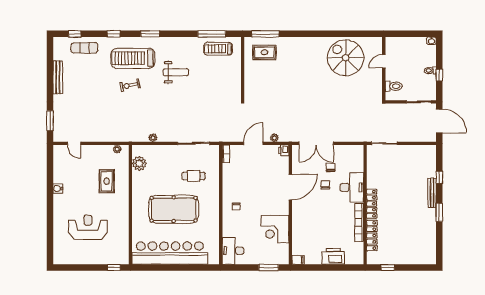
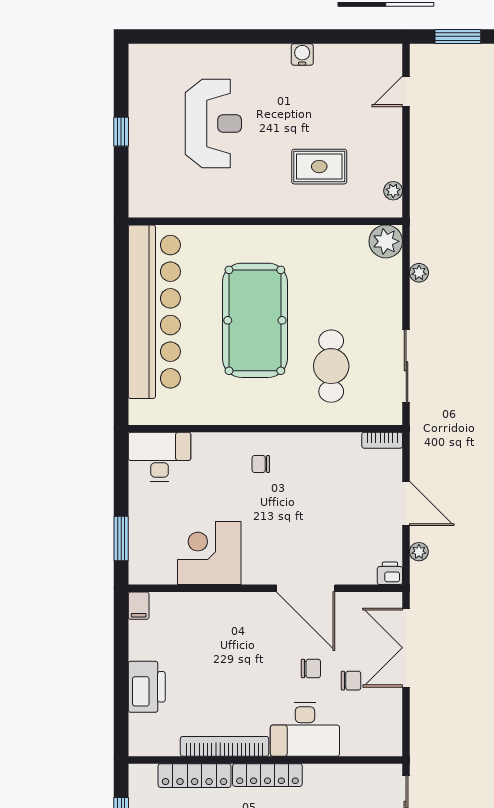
plant: (139, 163) -> (386, 241), moved
cafe table: (194, 176) -> (331, 366), width x1.37, depth x1.35
window: (114, 267) -> (121, 132), moved

